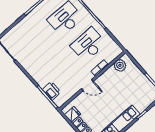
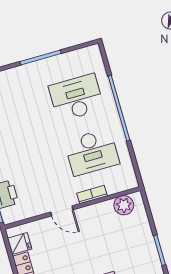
desk: (88, 45) -> (92, 152), turned 180

